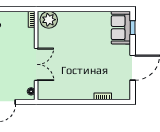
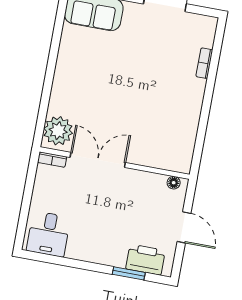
double door: (36, 64) -> (98, 160), moved

